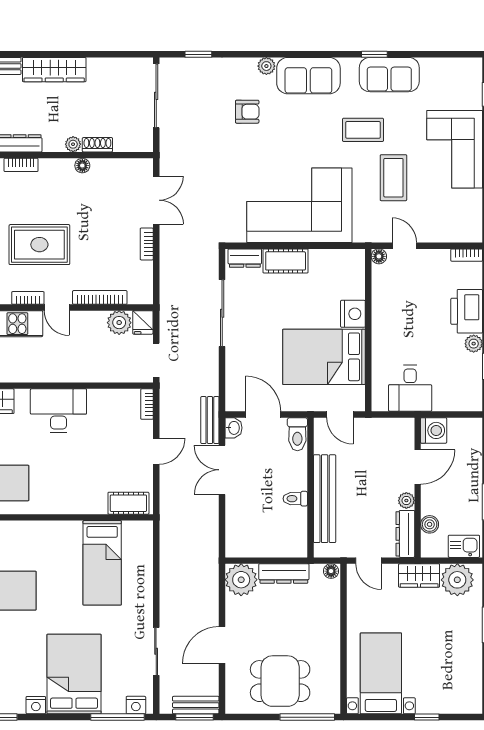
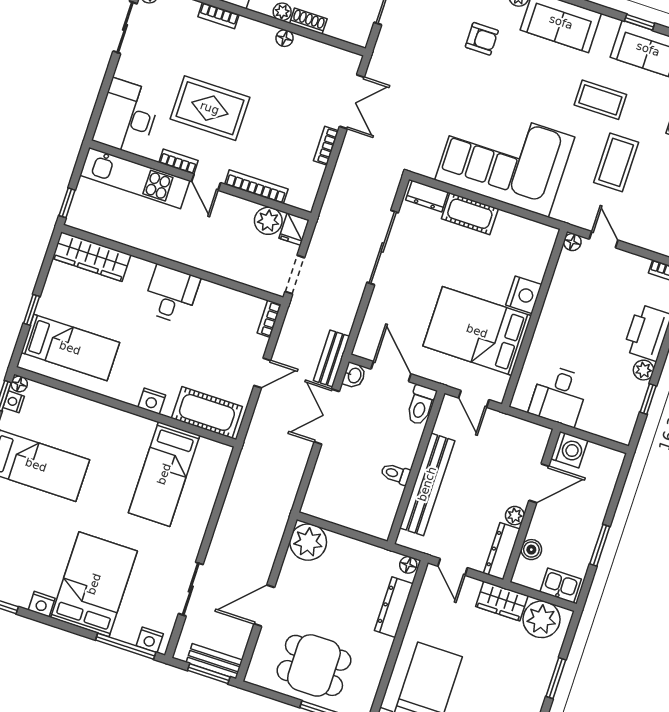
desk: (58, 411) -> (171, 294), width x0.73
cot: (128, 503) -> (207, 412), width x1.37, depth x1.34
nightstand: (72, 505) -> (152, 401), added
dresser: (284, 573) -> (394, 607), moved, turned 90

